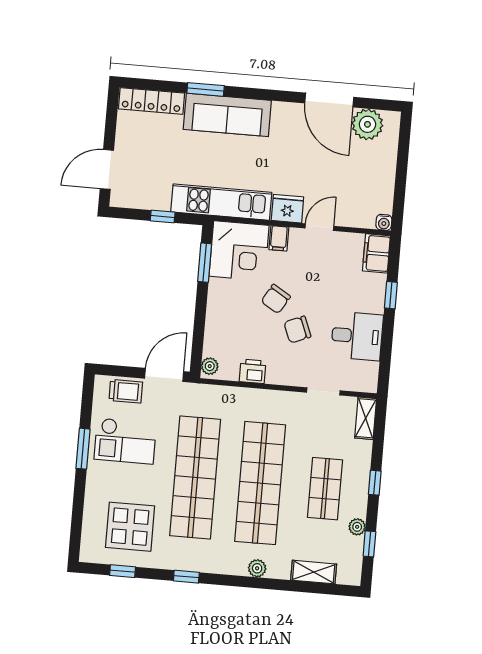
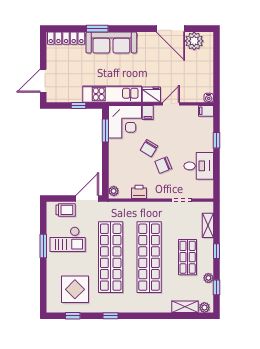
filing cabinet: (376, 253) -> (206, 111), width x0.50
shelving: (366, 418) -> (208, 225), moved
plant: (257, 568) -> (204, 307), moved

